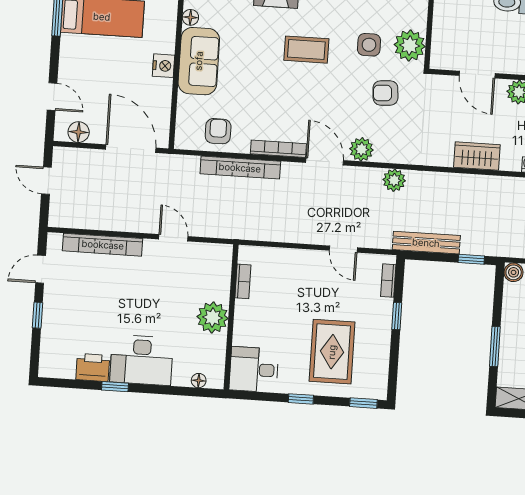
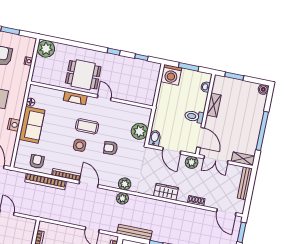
side table: (369, 45) -> (80, 145), moved
bidet: (441, 54) -> (155, 138), added
armchair: (385, 93) -> (111, 148), moved
plant: (361, 149) -> (125, 184), moved

